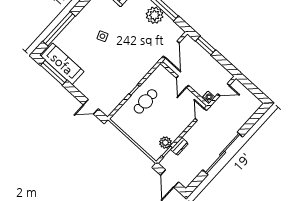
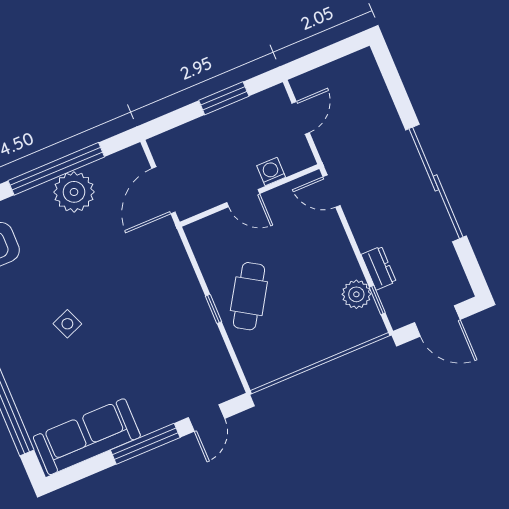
window: (206, 46) -> (224, 98), moved
door: (171, 50) -> (164, 190), swing flipped
window: (54, 73) -> (145, 444), moved
washing machine: (208, 98) -> (271, 172), moved
cafe table: (146, 101) -> (249, 296), turned 32

